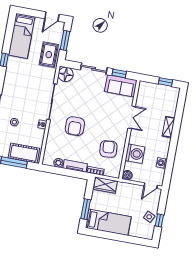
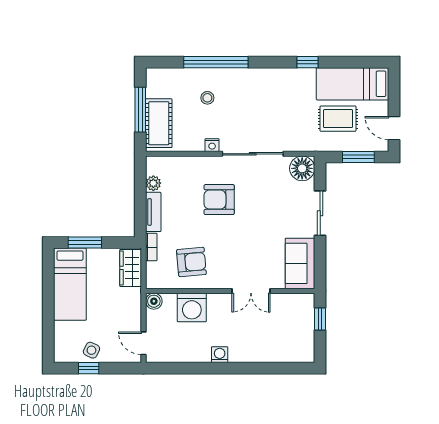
rug: (49, 55) -> (338, 119), moved
window: (119, 73) -> (320, 257), removed
window: (166, 82) -> (320, 319), moved
shelving: (169, 127) -> (246, 355), removed
washing machine: (162, 163) -> (220, 355), moved

